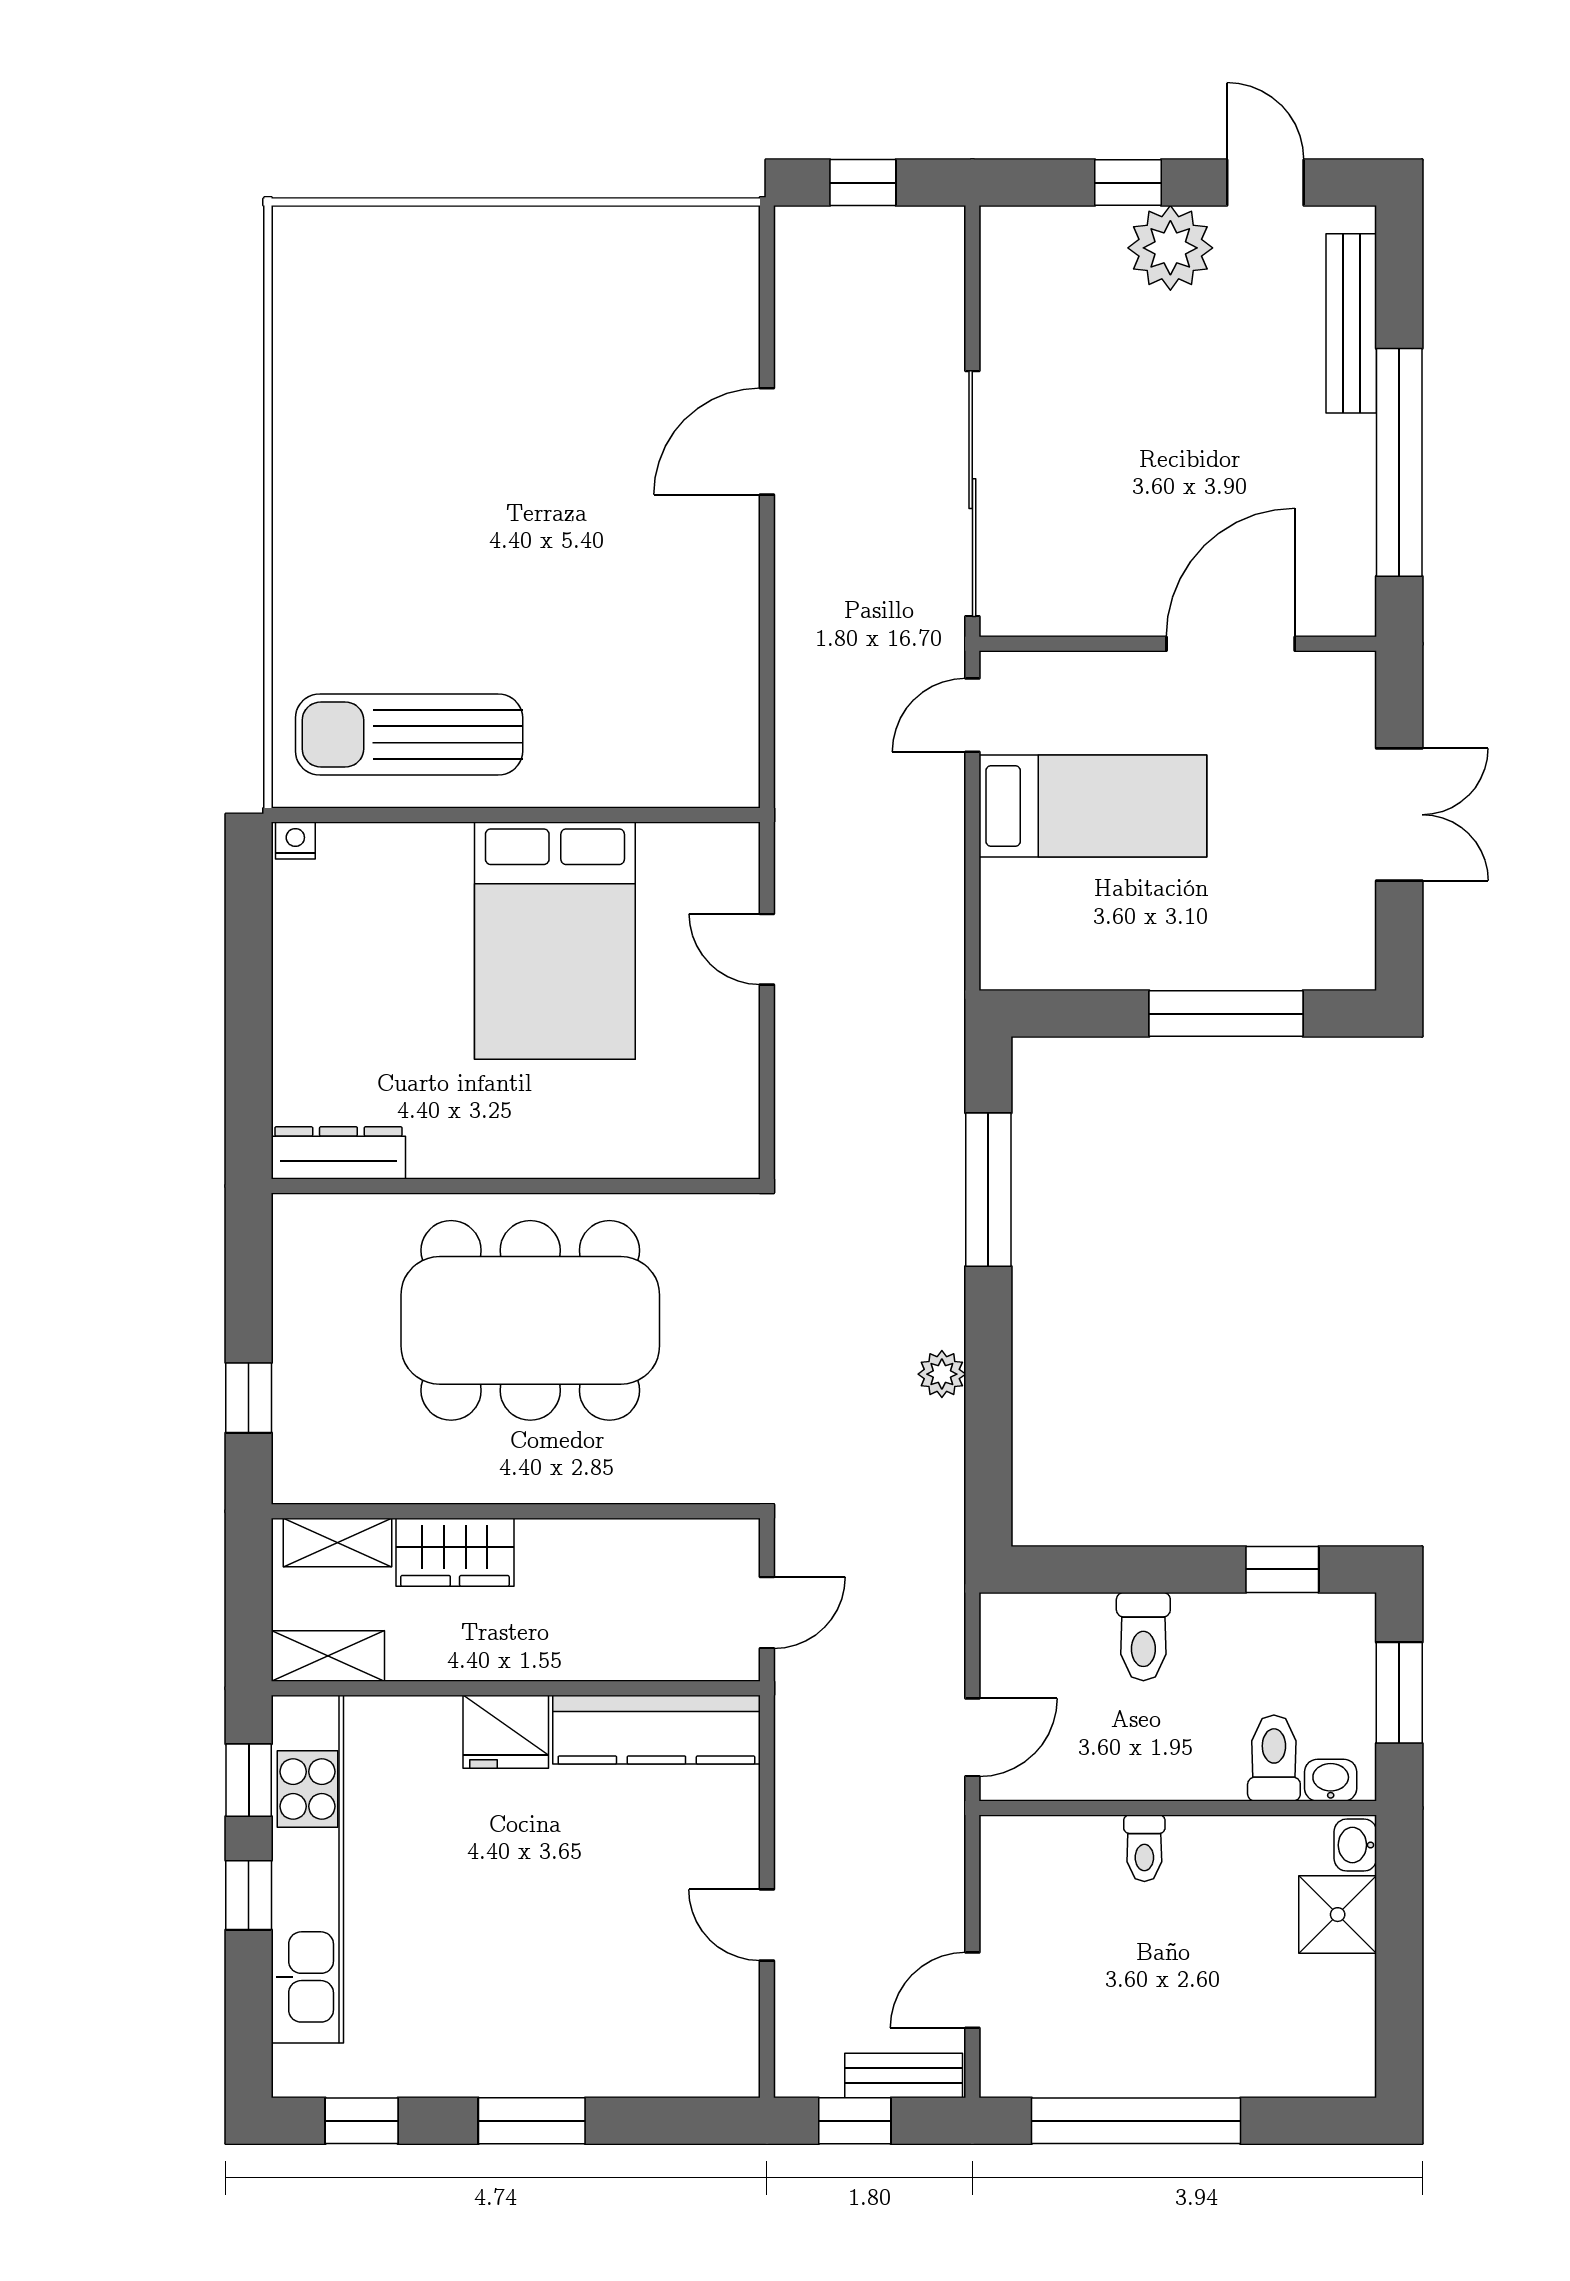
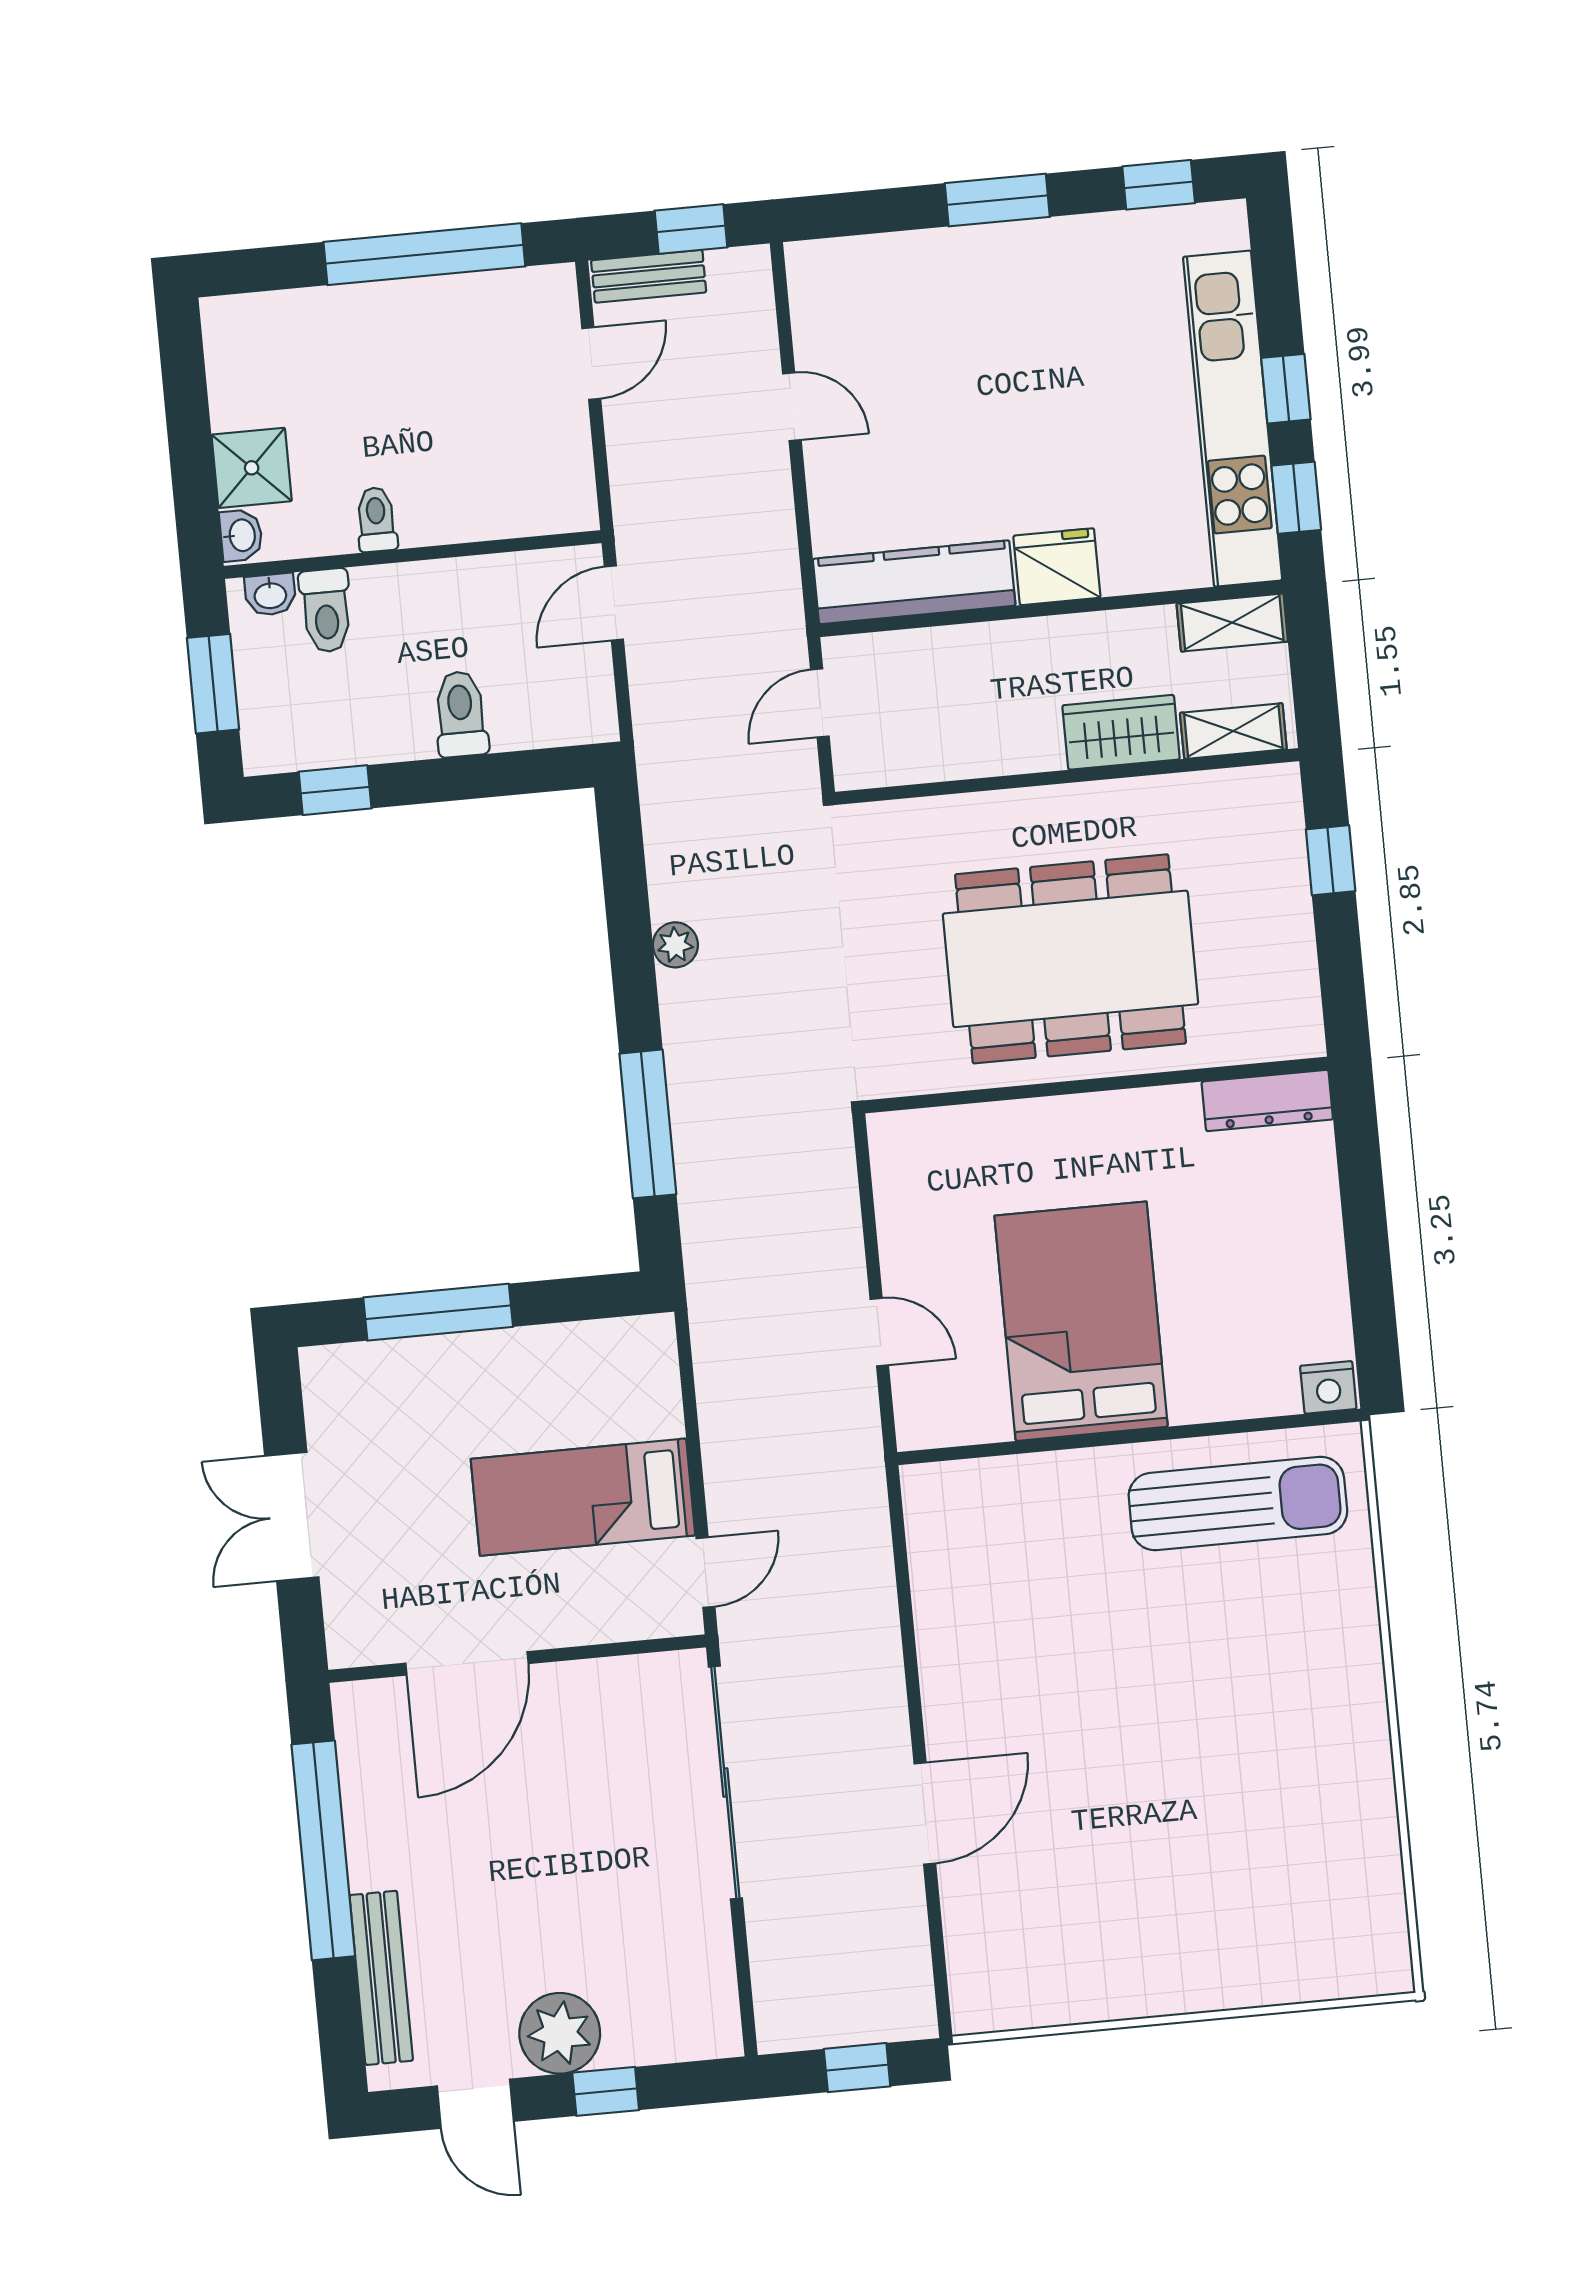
nightstand: (295, 840) -> (1328, 1387), width x1.39, depth x1.35
toilet: (1144, 1848) -> (376, 520), moved

